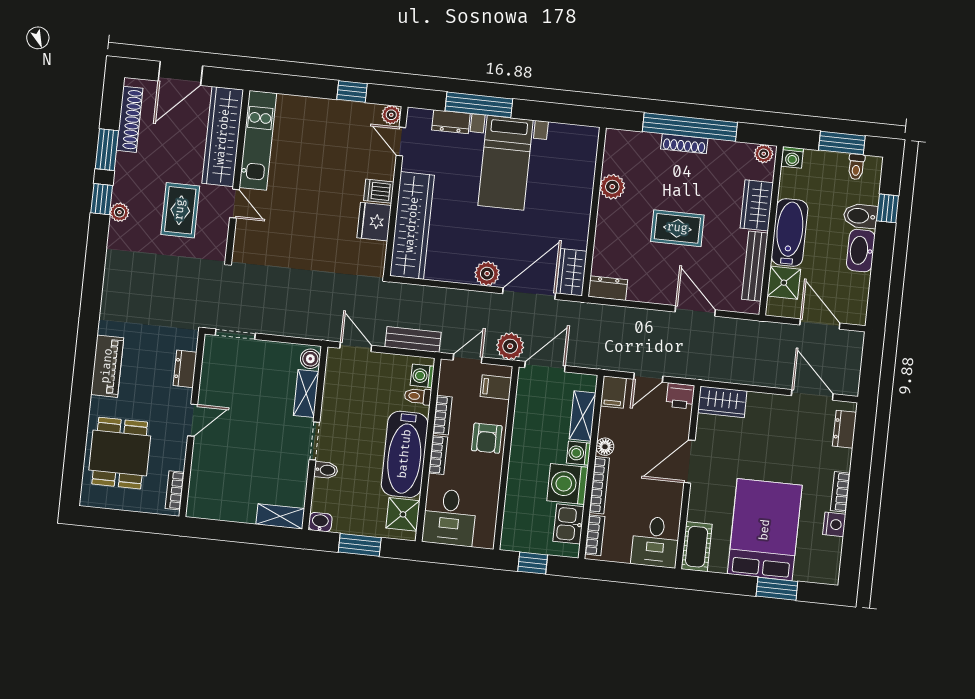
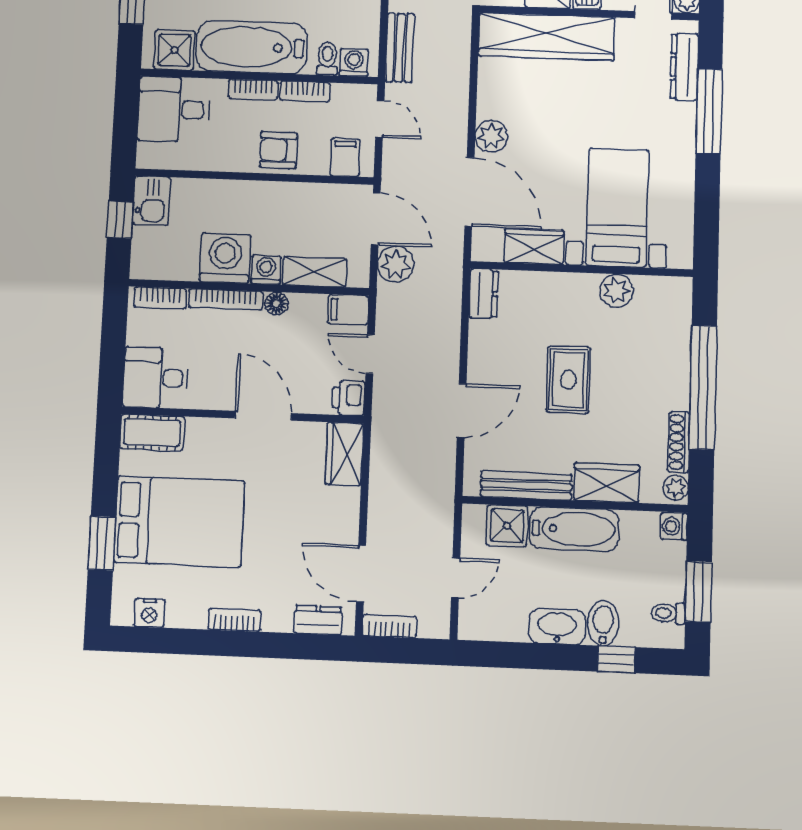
dresser: (451, 122) -> (684, 67), width x1.44
shoe rack: (684, 144) -> (679, 442), moved
bed with nightstands: (505, 163) -> (617, 208), moved, turned 90
wardrobe: (572, 272) -> (534, 246), moved
door: (820, 324) -> (456, 578), width x0.73
plant: (510, 346) -> (396, 264), moved
bookcase: (852, 376) -> (389, 626), added
door: (812, 395) -> (361, 574), swing flipped
kitchen sink: (568, 524) -> (151, 201), moved, turned 90
nightstand: (834, 524) -> (149, 613), moved

